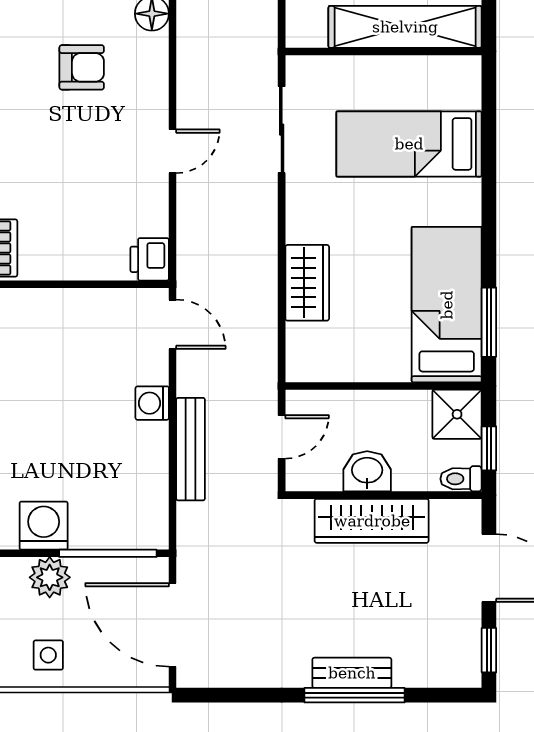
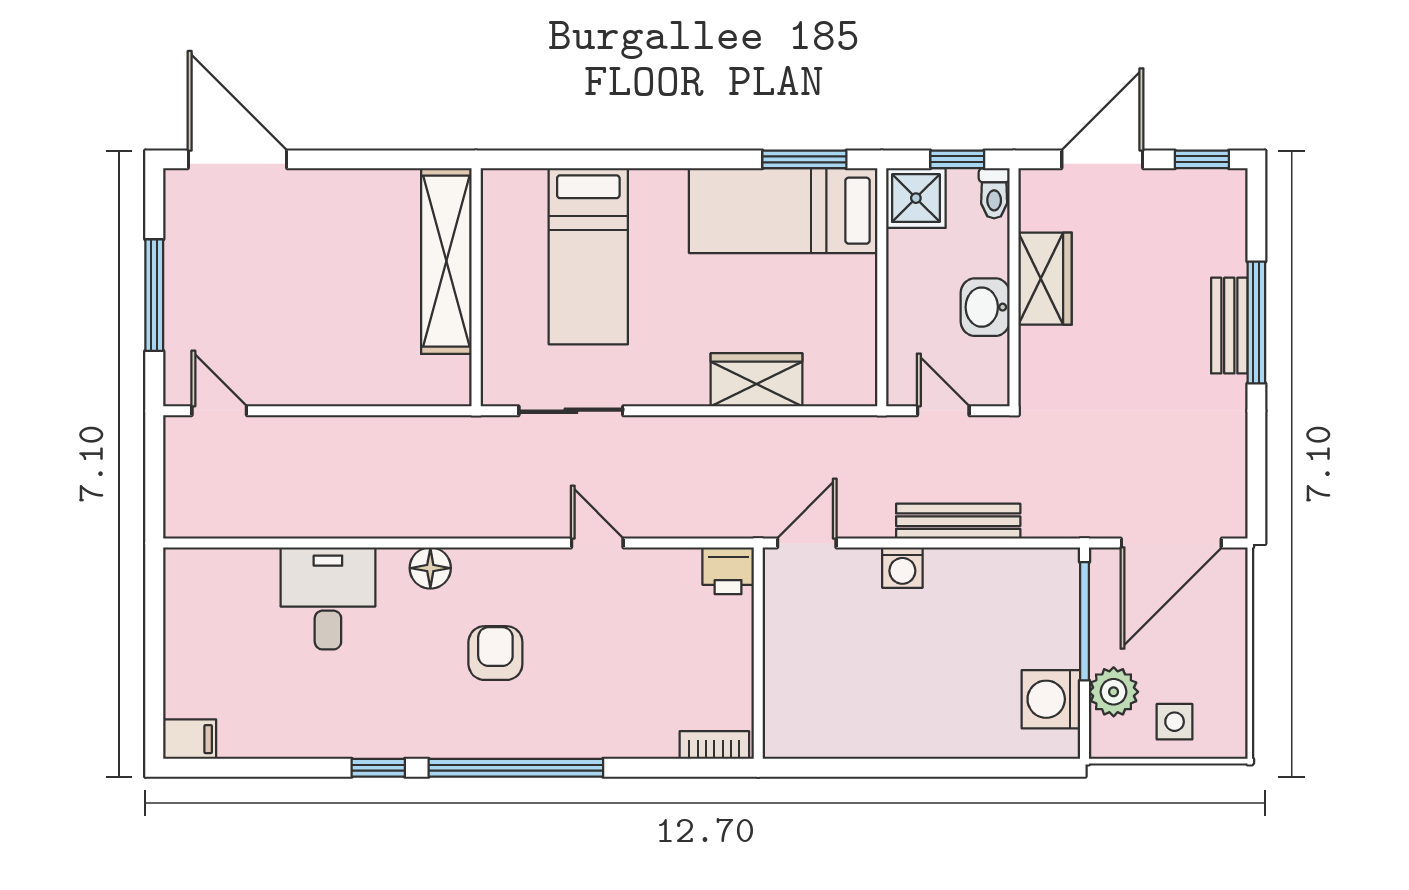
wardrobe: (372, 521) -> (1045, 279), width x0.67
side table: (48, 655) -> (1175, 722), moved

